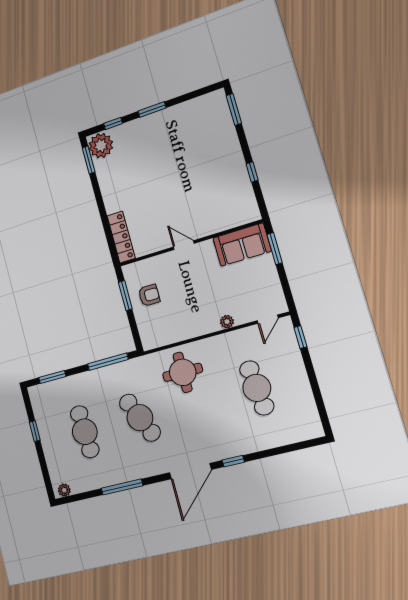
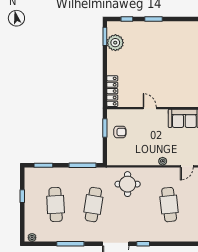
plant: (101, 146) -> (115, 43), moved
cafe table: (140, 418) -> (93, 205), turned 33

